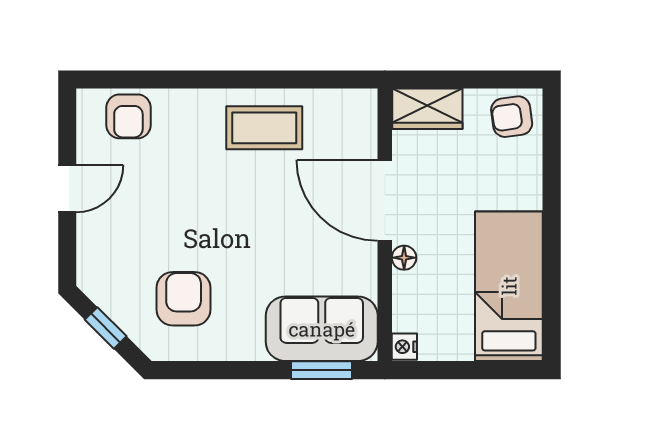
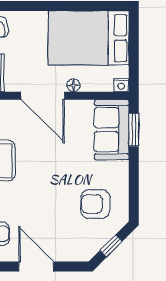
door: (67, 189) -> (36, 266), width x1.38
door: (385, 200) -> (43, 96), hinge flipped
bed: (509, 286) -> (89, 38), width x1.50

